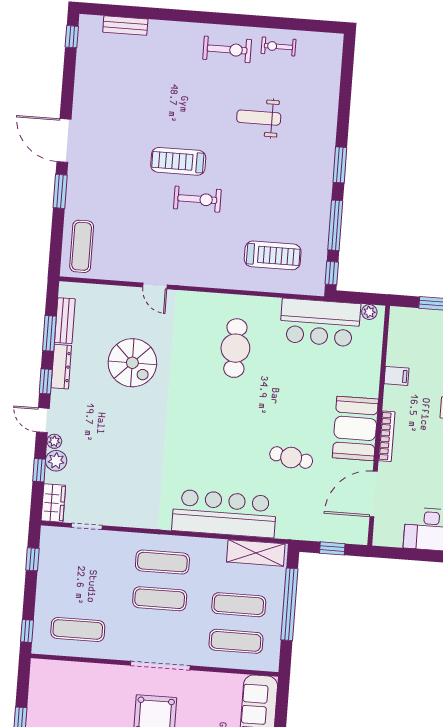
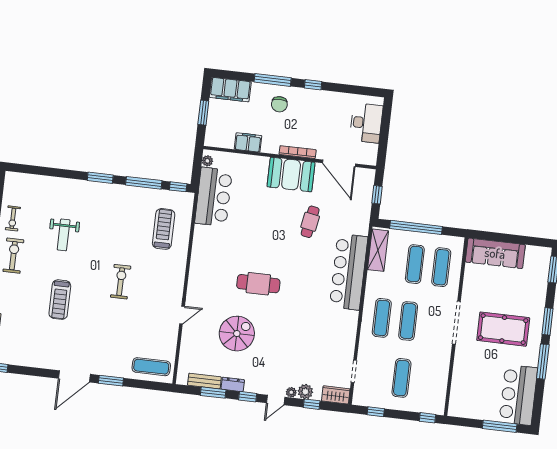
treadmill: (178, 161) -> (60, 300), moved
cafe table: (235, 348) -> (258, 284), moved
dresser: (61, 367) -> (233, 384), width x0.70
filing cabinet: (397, 376) -> (248, 142), width x2.00
exercise mat: (78, 629) -> (401, 378), moved

